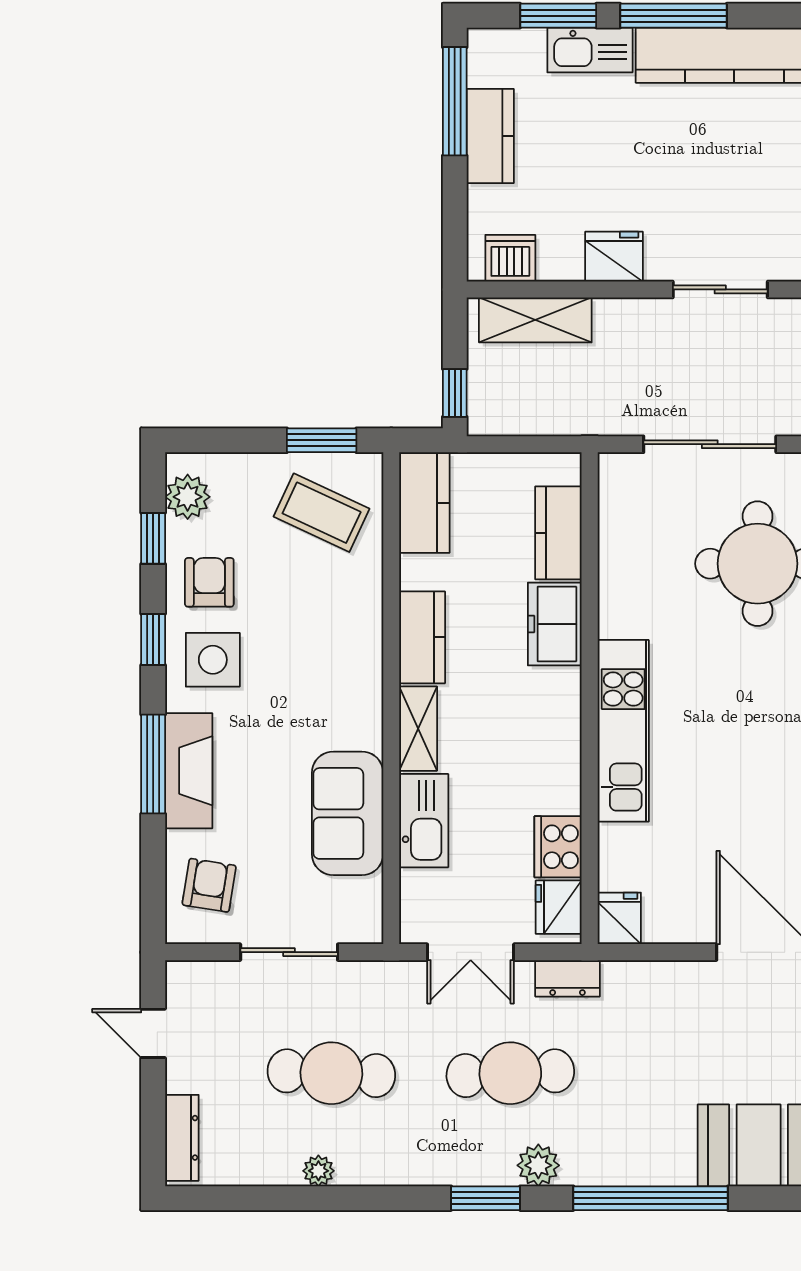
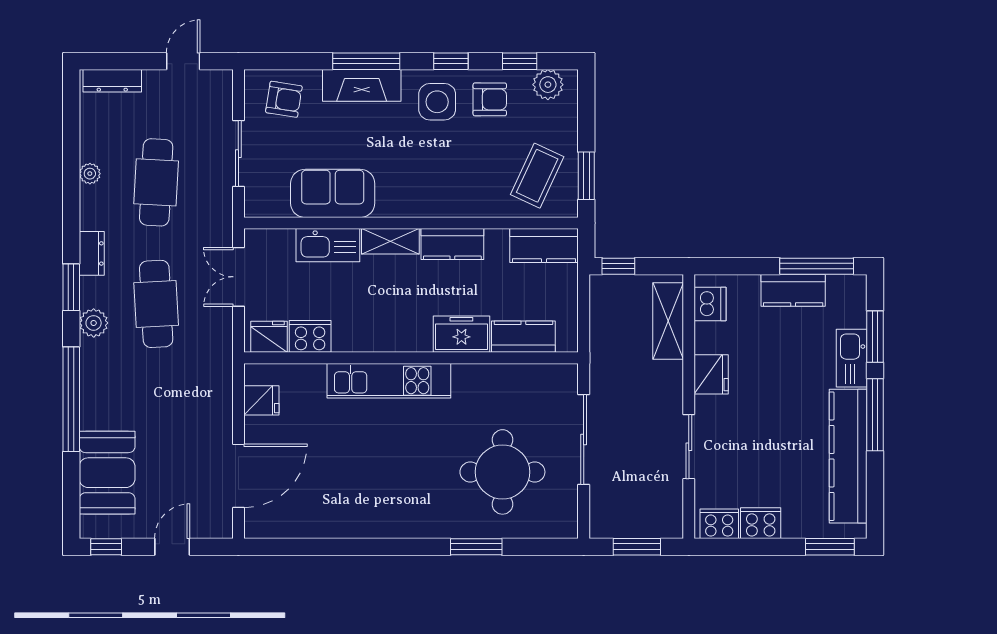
fridge: (619, 918) -> (261, 400), moved
dresser: (568, 978) -> (92, 253), moved, turned 180

